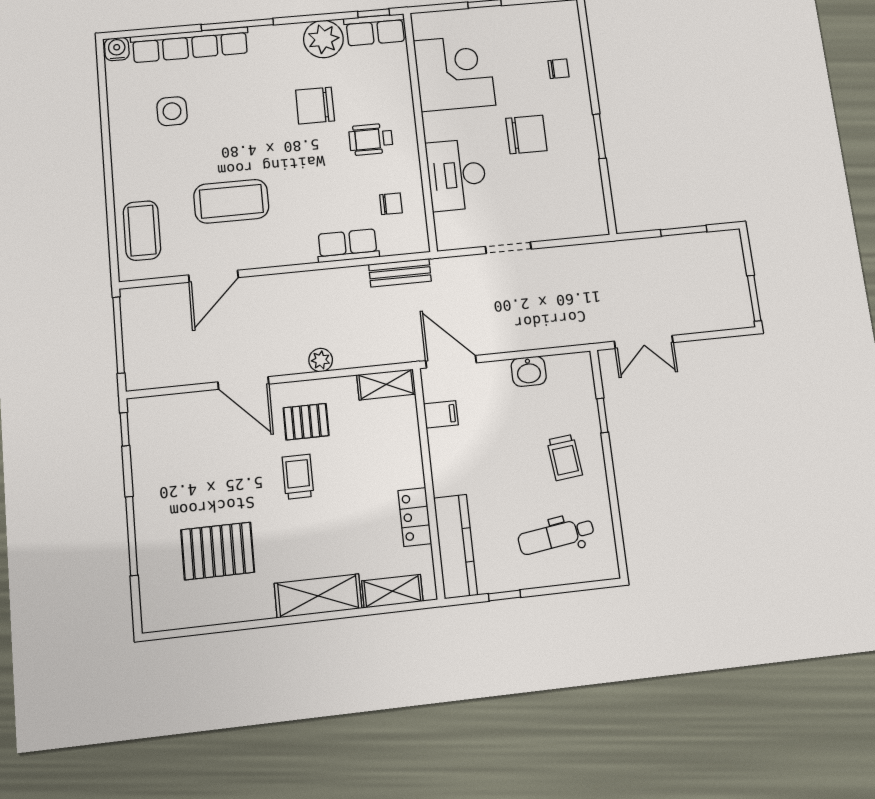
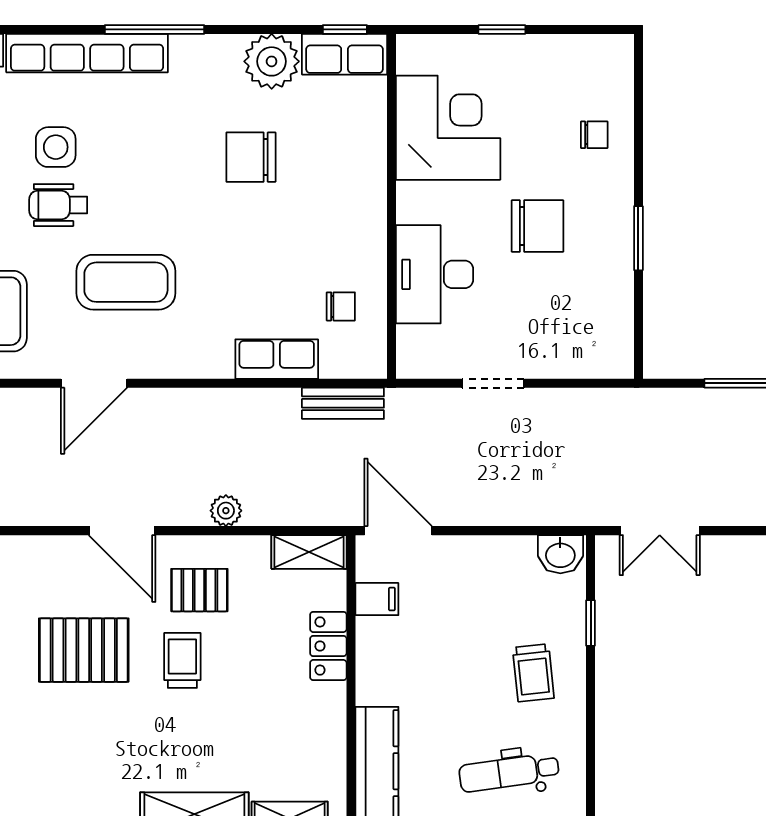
wheelchair: (371, 139) -> (58, 205), moved
washbasin: (529, 371) -> (560, 554), moved
locker: (415, 517) -> (328, 646), moved
pallet: (218, 551) -> (84, 650), moved

